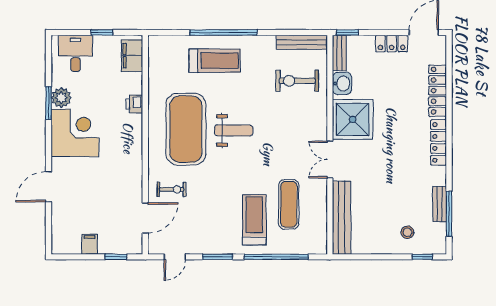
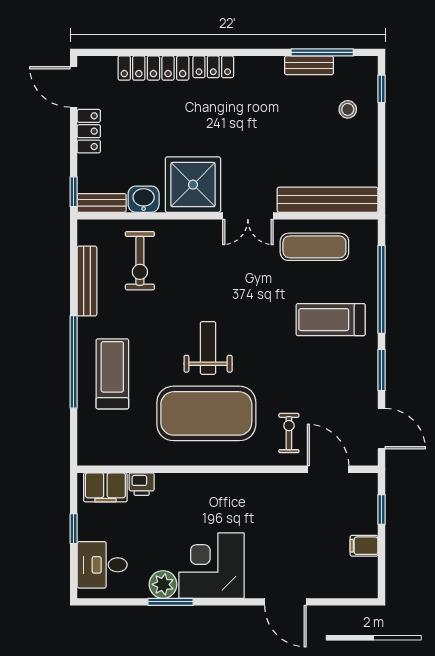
bench: (302, 42) -> (87, 281), moved
printer: (134, 104) -> (142, 484), moved
locker: (439, 142) -> (213, 67), width x0.66
exercise mat: (289, 204) -> (314, 247), moved
door: (175, 257) -> (382, 429), width x1.37

